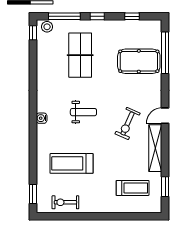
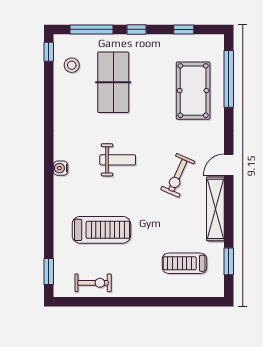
stool: (47, 27) -> (72, 65), moved
pool table: (139, 61) -> (193, 91), turned 90
treadmill: (72, 163) -> (101, 230), turned 180
treadmill: (133, 188) -> (185, 263), turned 180
exercise bike: (65, 202) -> (93, 283), turned 180

